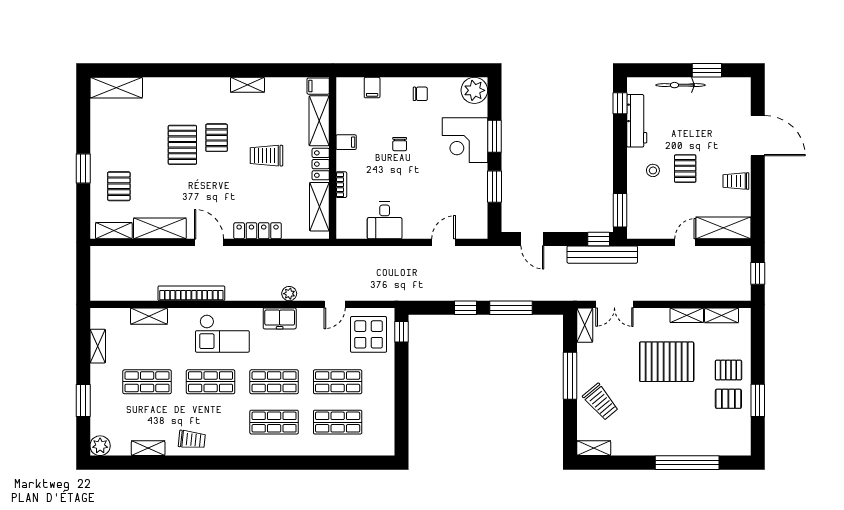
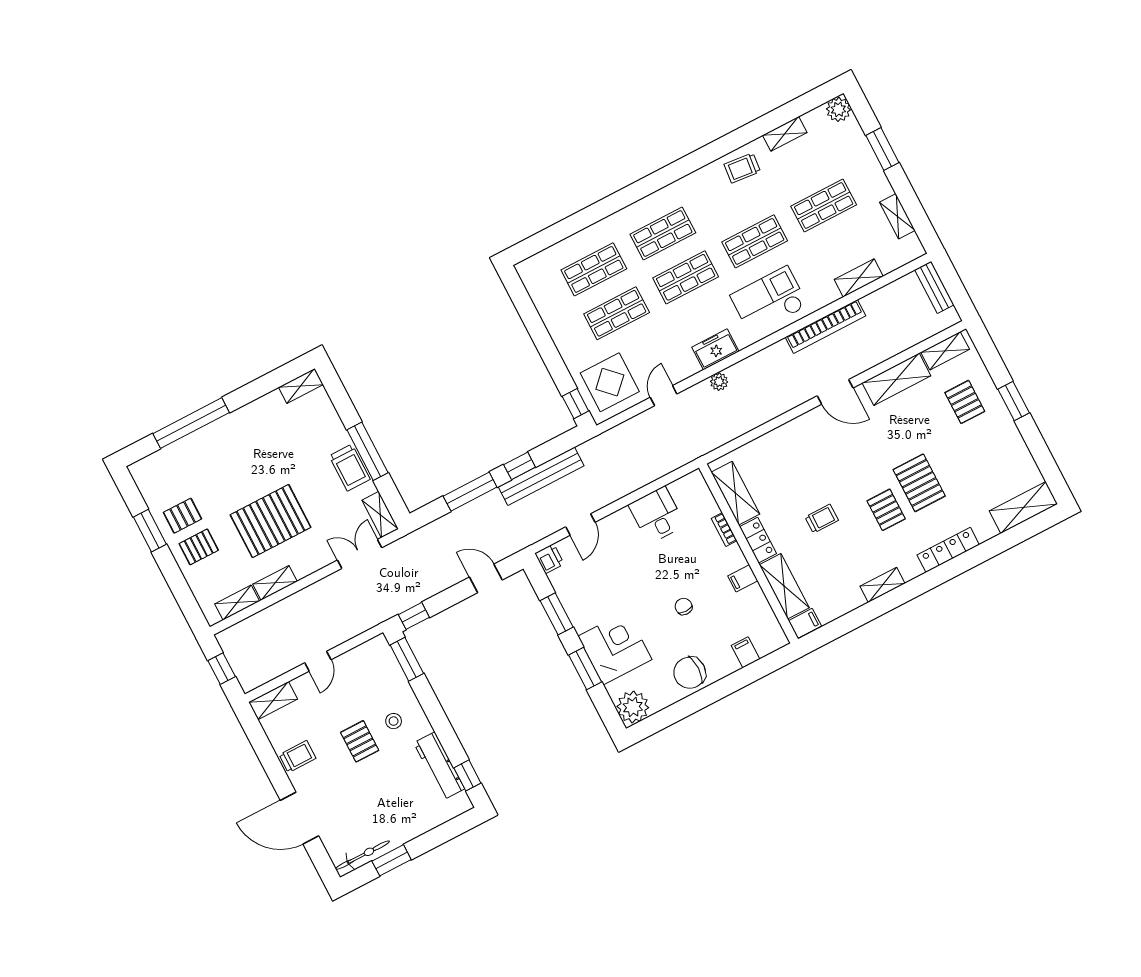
bicycle: (680, 85) -> (363, 855), moved
chair: (420, 94) -> (690, 673), width x1.87, depth x1.87
trolley: (267, 156) -> (822, 519), width x0.73, depth x0.72
shelving: (723, 228) -> (273, 701), width x0.67, depth x0.75
printer: (479, 229) -> (549, 559), added
locker: (258, 231) -> (948, 550), moved, turned 180
bench: (602, 255) -> (541, 476), moved
bench: (98, 281) -> (934, 287), added
trolley: (601, 402) -> (350, 468), moved, turned -140

